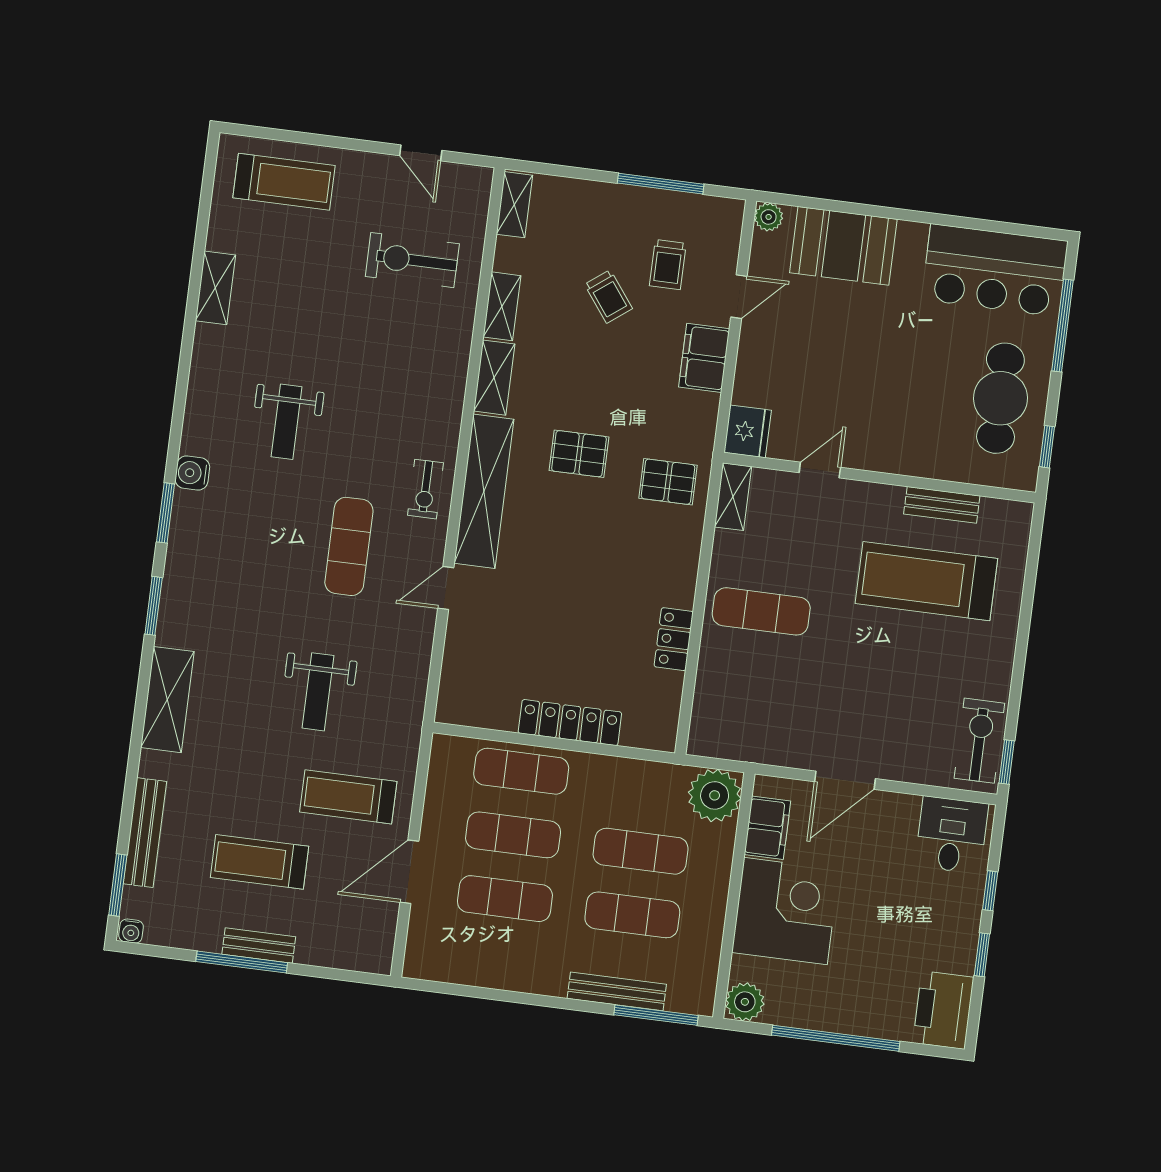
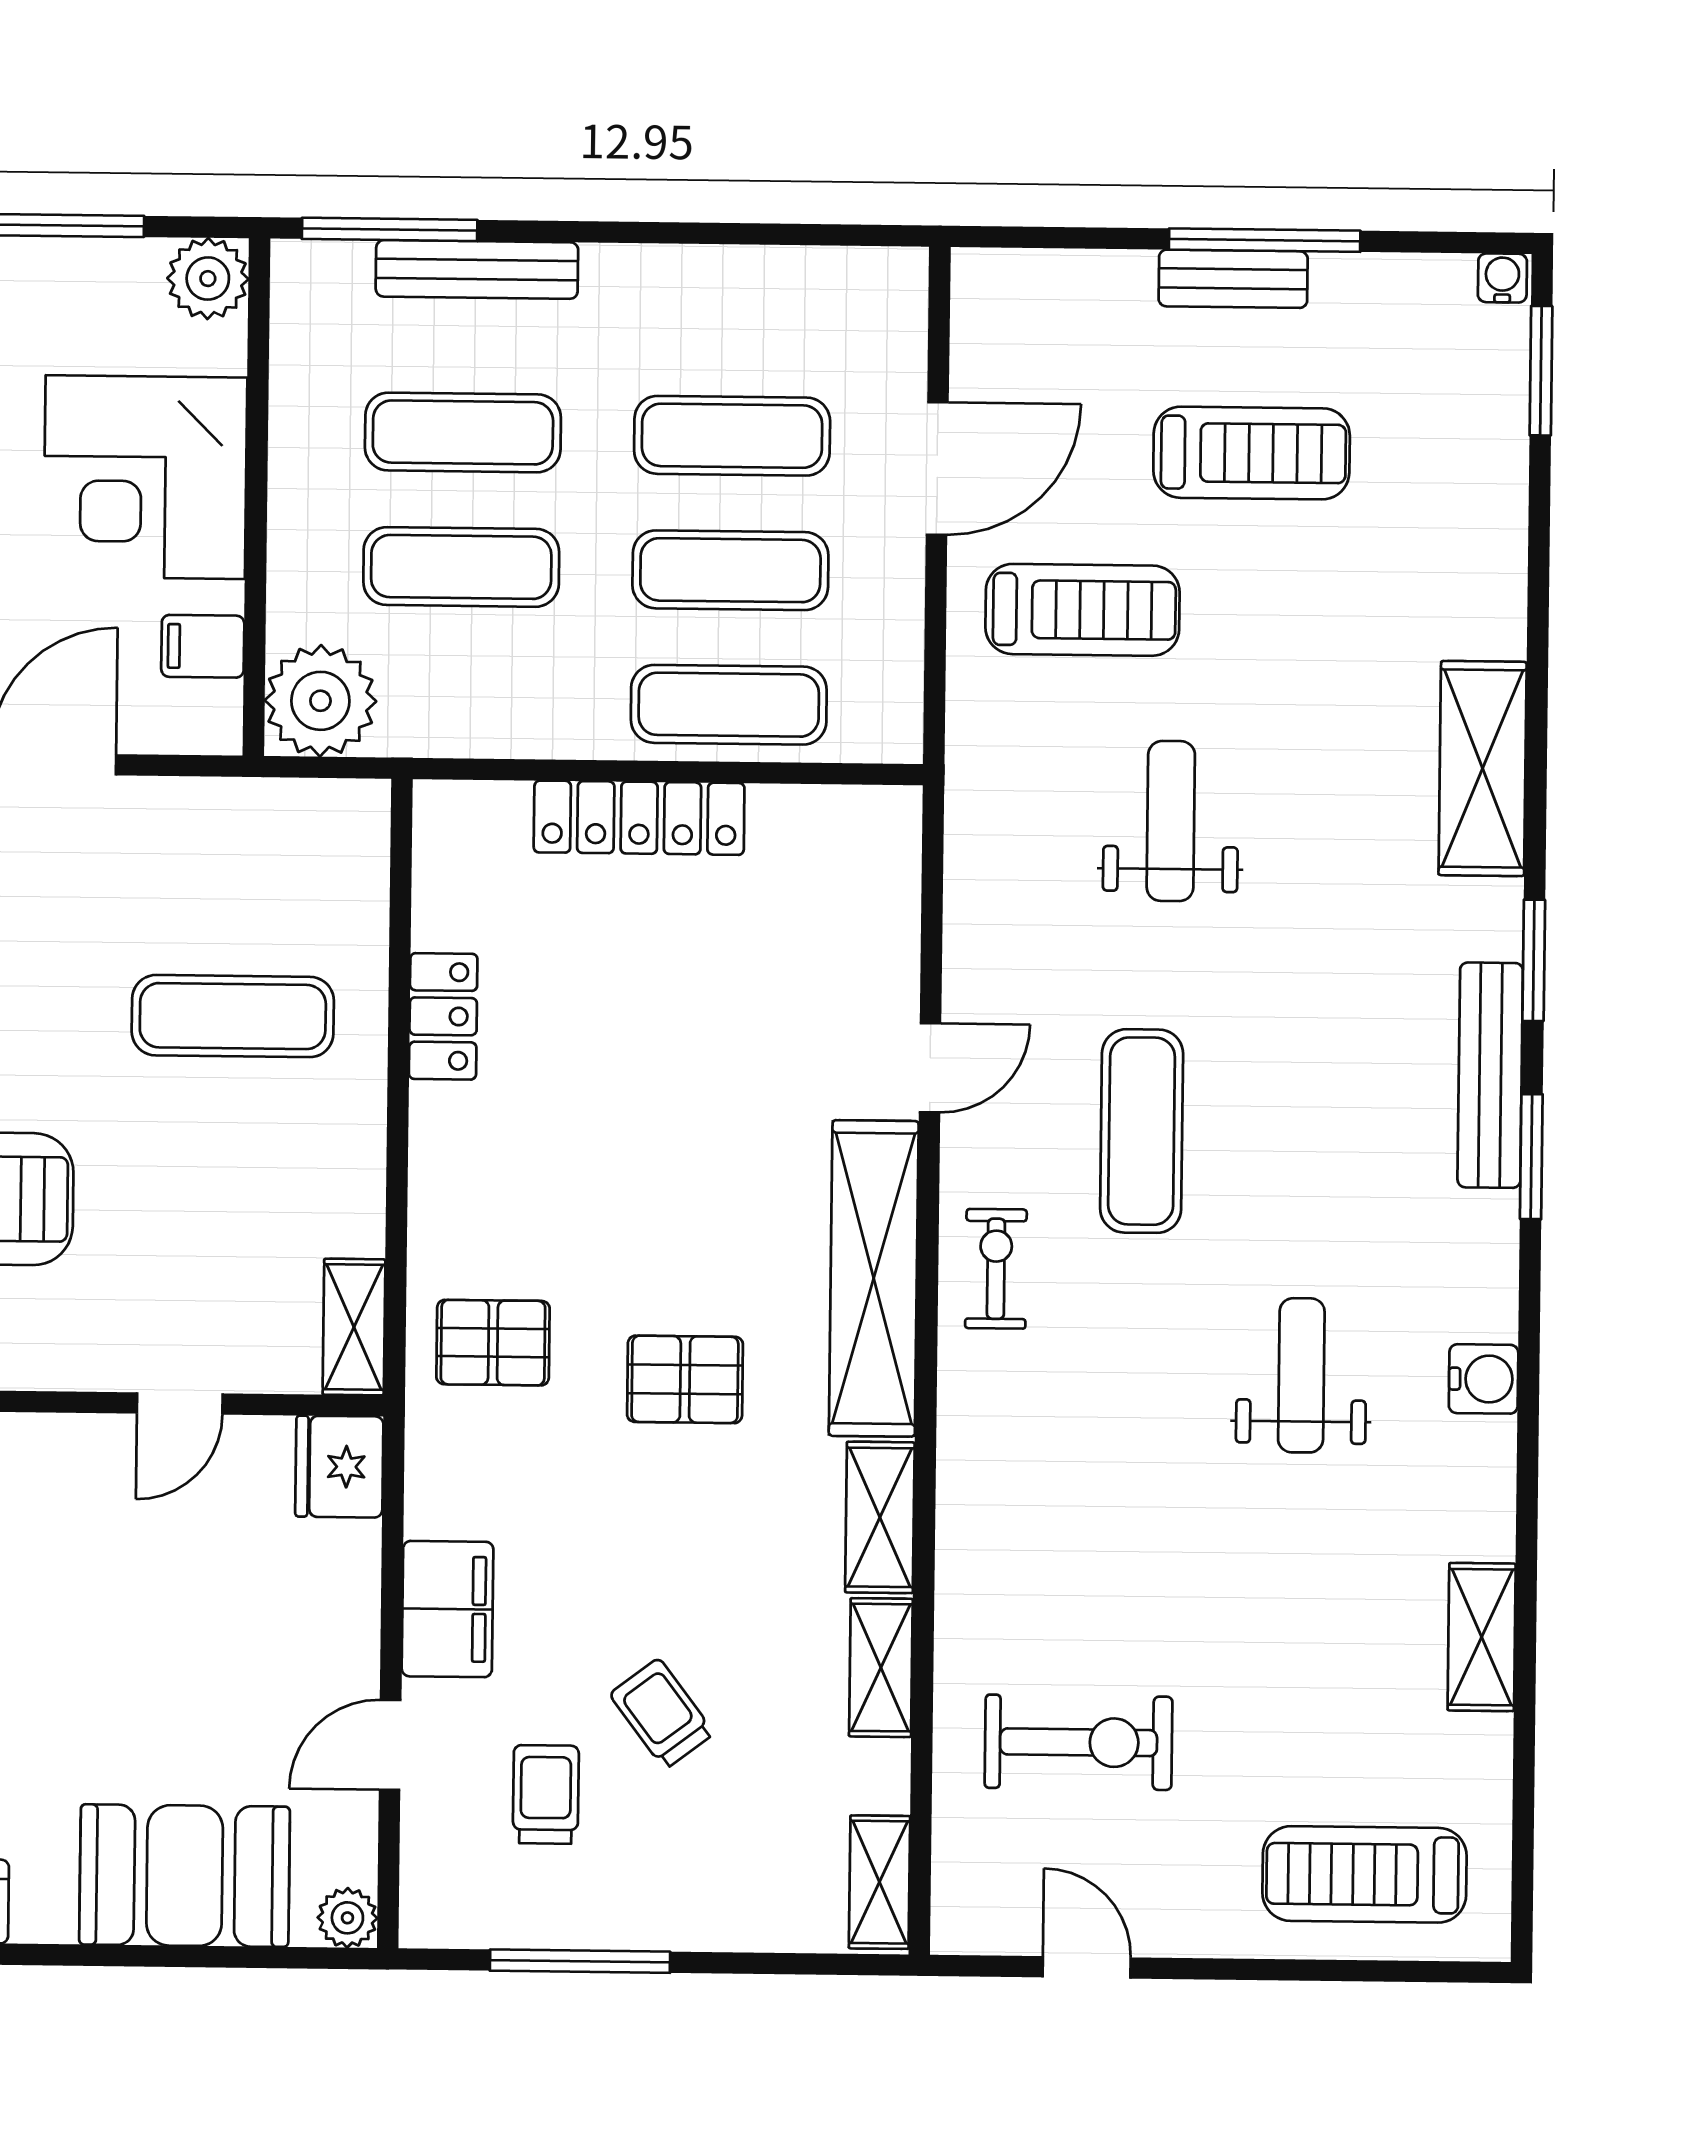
water cooler: (192, 473) -> (1484, 1379), moved
exercise mat: (761, 611) -> (233, 1016), moved
filing cabinet: (767, 828) -> (203, 646), width x0.50
bench: (145, 833) -> (1490, 1075), moved

